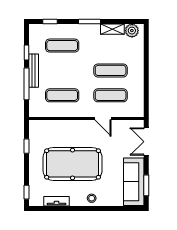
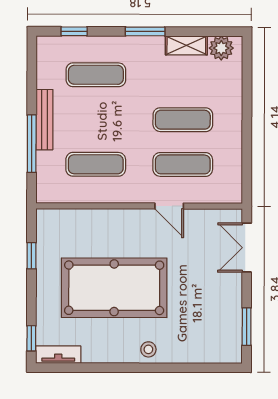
window: (27, 52) -> (32, 87), removed
sofa: (134, 182) -> (224, 320), removed
tv unit: (56, 201) -> (58, 355), moved

